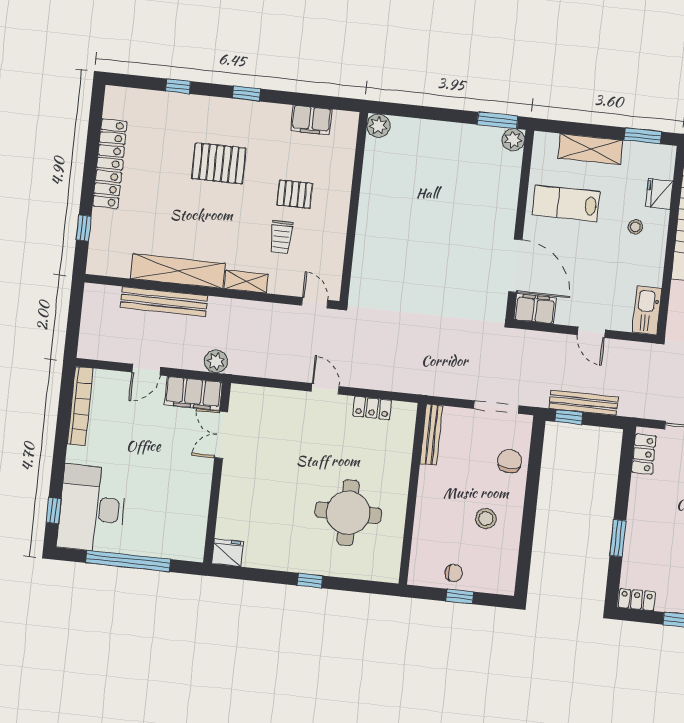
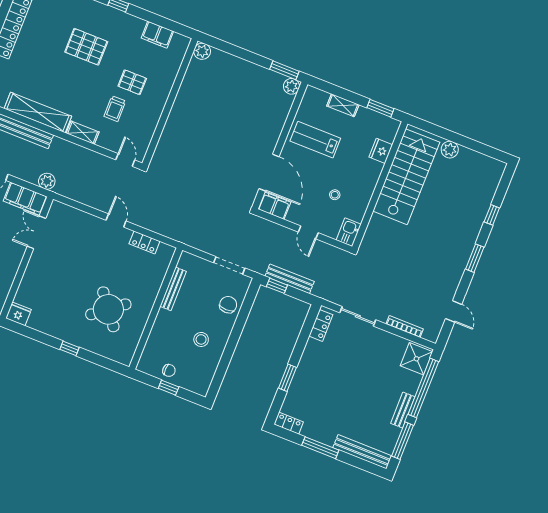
shelving: (590, 149) -> (343, 105), width x0.67, depth x0.75
stool: (635, 227) -> (335, 195), moved
kitchen sink: (647, 310) -> (349, 232), width x0.73
bench: (431, 435) -> (173, 289), moved
round table: (348, 513) -> (108, 309), turned -38

